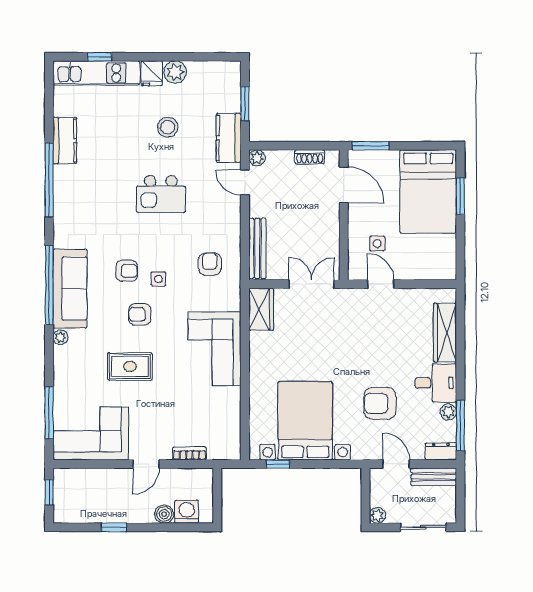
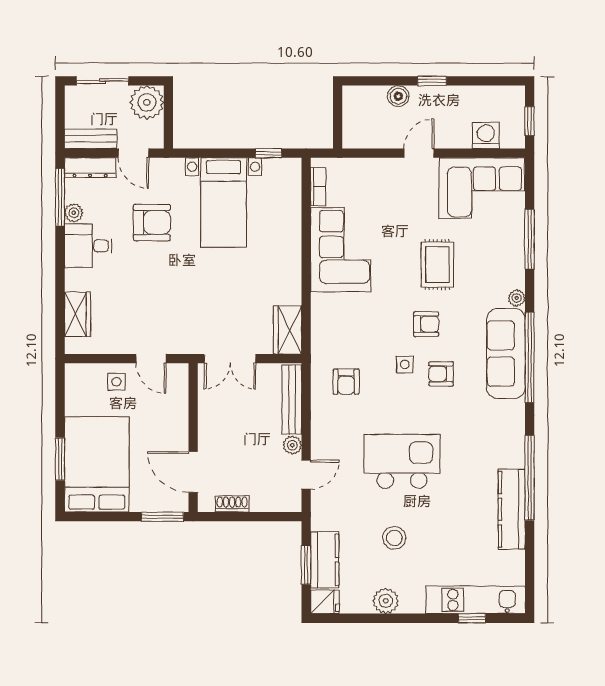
fridge: (152, 73) -> (325, 602), moved, turned 90
kitchen counter: (229, 138) -> (325, 560), moved
kitchen counter: (65, 141) -> (512, 509), width x1.50
plant: (257, 158) -> (292, 445), moved
door: (245, 183) -> (306, 475), hinge flipped
kitchen island: (161, 194) -> (402, 461), width x1.37, depth x1.28
side table: (377, 244) -> (116, 382), moved
wardrobe: (445, 333) -> (78, 314), width x0.67
corner sofa: (215, 349) -> (341, 250), moved
rug: (130, 366) -> (437, 265), turned 90
window: (49, 413) -> (530, 239), moved
bed with nightstands: (305, 421) -> (224, 203), width x0.73
dresser: (441, 451) -> (90, 168), width x1.44
bookcase: (190, 453) -> (318, 187), moved, turned -90
washing machine: (187, 512) -> (486, 135), moved, turned 180
plant: (377, 515) -> (147, 102), width x1.88, depth x1.88
window: (114, 527) -> (432, 81), moved

